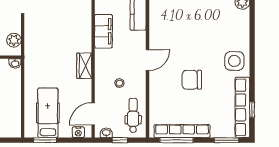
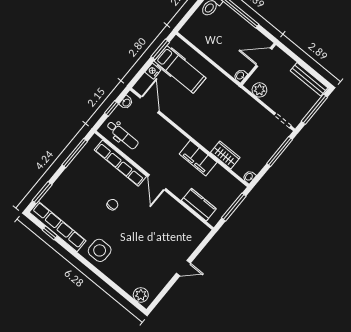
filing cabinet: (103, 31) -> (198, 158), moved
wardrobe: (84, 66) -> (225, 155), moved
chair: (192, 80) -> (112, 205), width x0.54, depth x0.54
stool: (119, 83) -> (157, 145), removed
row of seats: (182, 131) -> (120, 163), moved, turned 90
nightstand: (78, 132) -> (153, 71), moved

